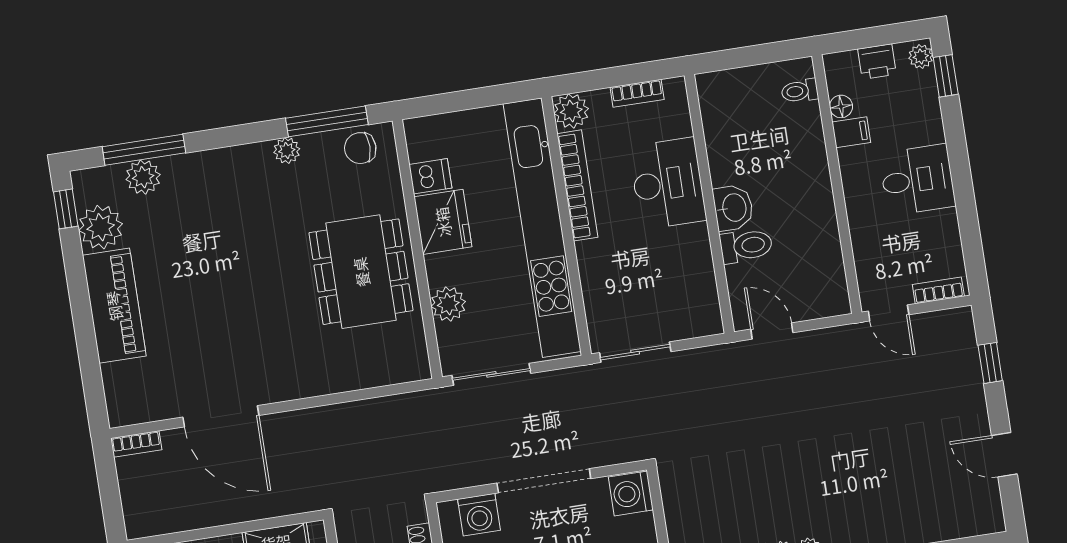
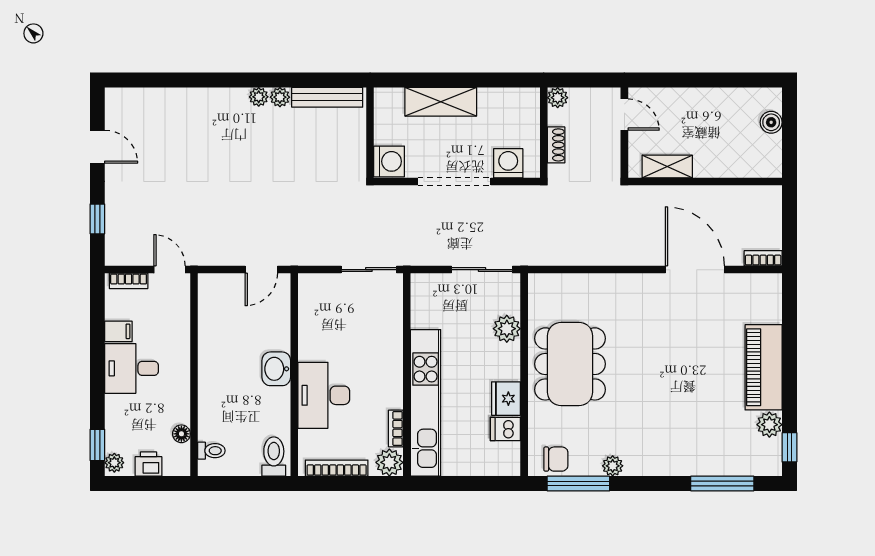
bookcase: (637, 93) -> (337, 468), width x1.56
filing cabinet: (851, 132) -> (118, 331), moved, turned 180
plant: (143, 177) -> (726, 463), removed
bookcase: (577, 185) -> (396, 429), width x0.43, depth x0.76
fridge: (443, 222) -> (506, 399), width x0.73, depth x0.75
plant: (101, 227) -> (769, 425), width x0.73, depth x0.73
kitchen unit: (542, 228) -> (426, 403), width x0.73
toilet: (746, 246) -> (274, 457), moved, turned 90
door: (772, 331) -> (261, 270), hinge flipped

